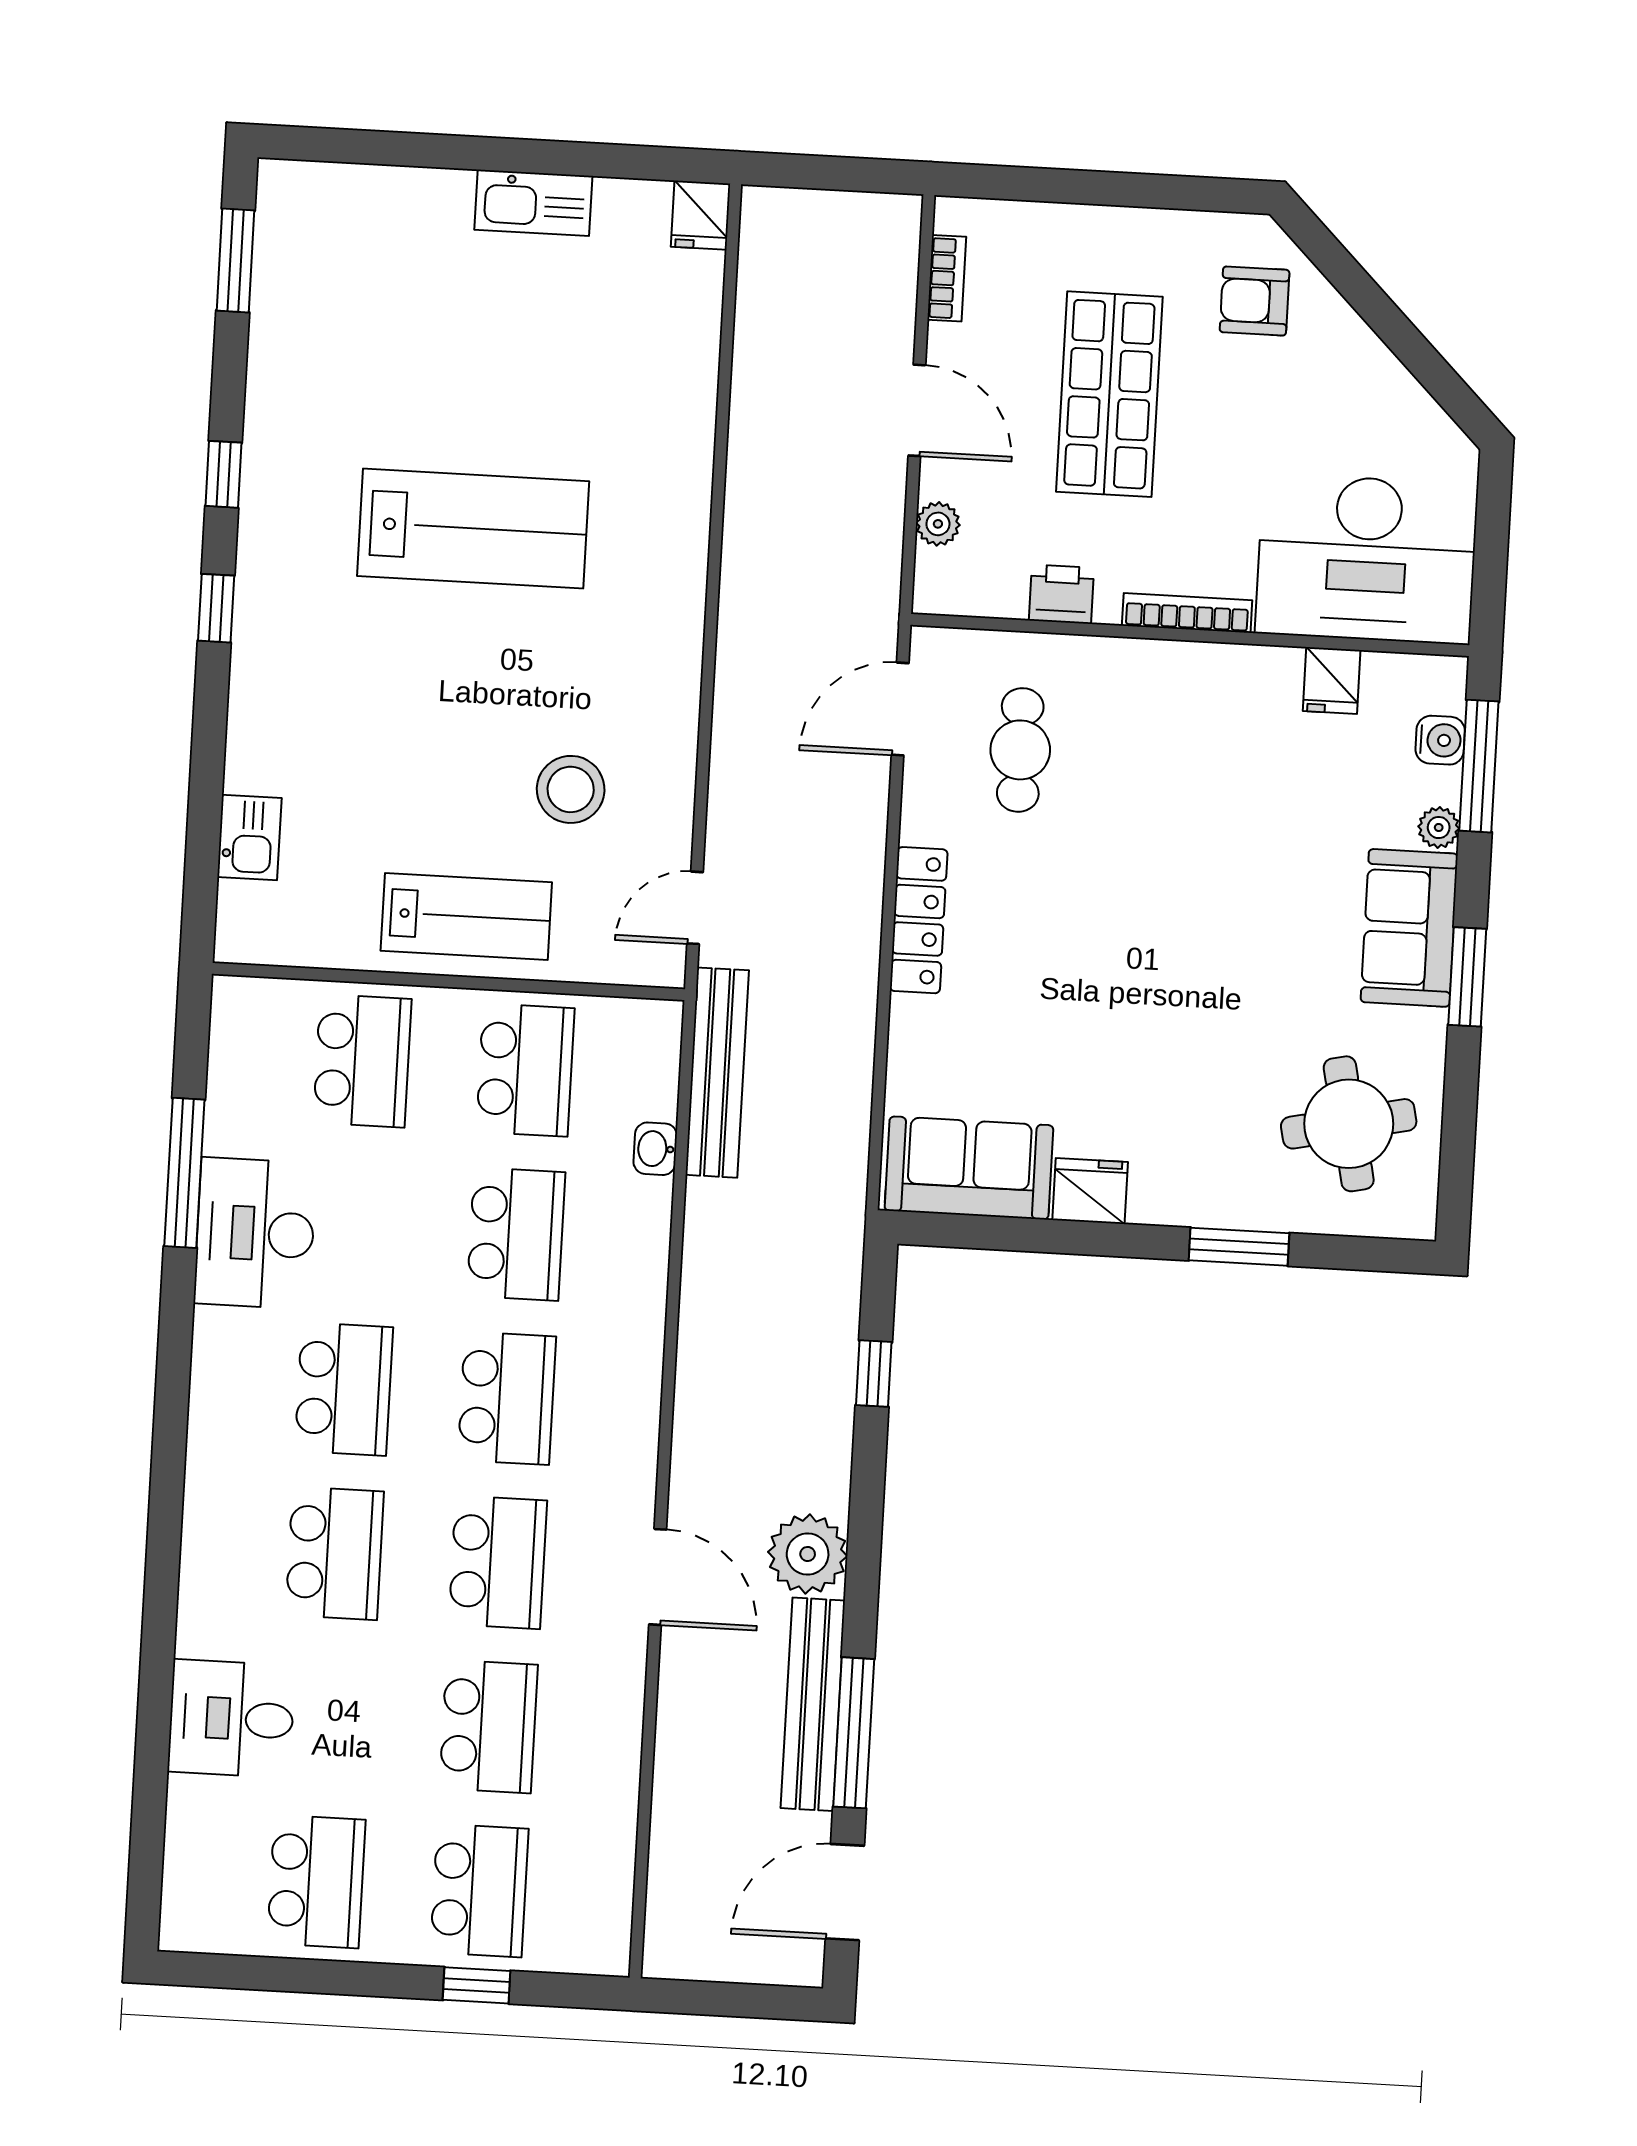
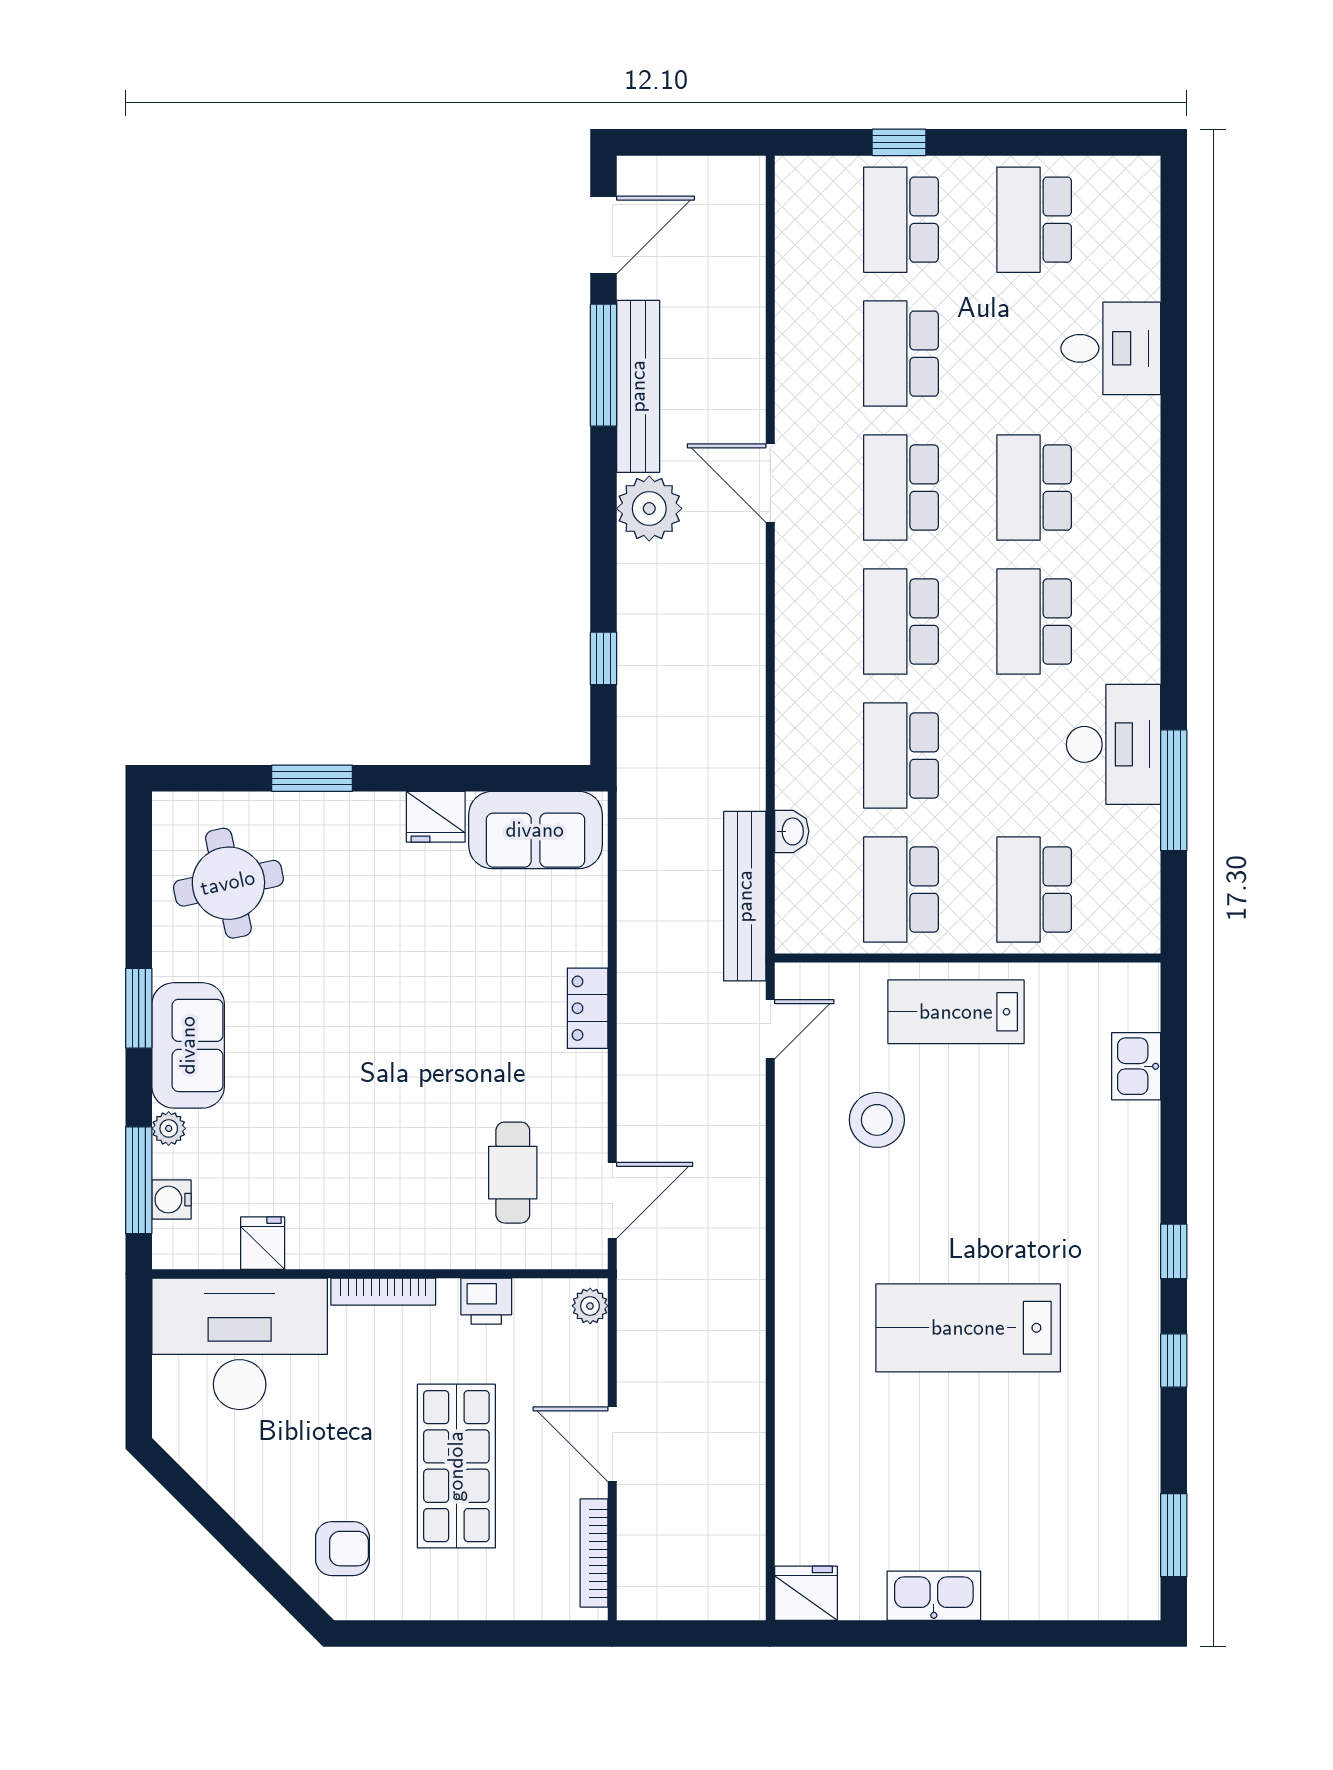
fridge: (701, 215) -> (806, 1593), width x1.38
bookcase: (947, 278) -> (594, 1553), width x1.56
plant: (938, 524) -> (590, 1306), moved
locker: (919, 920) -> (588, 1008), width x0.66

